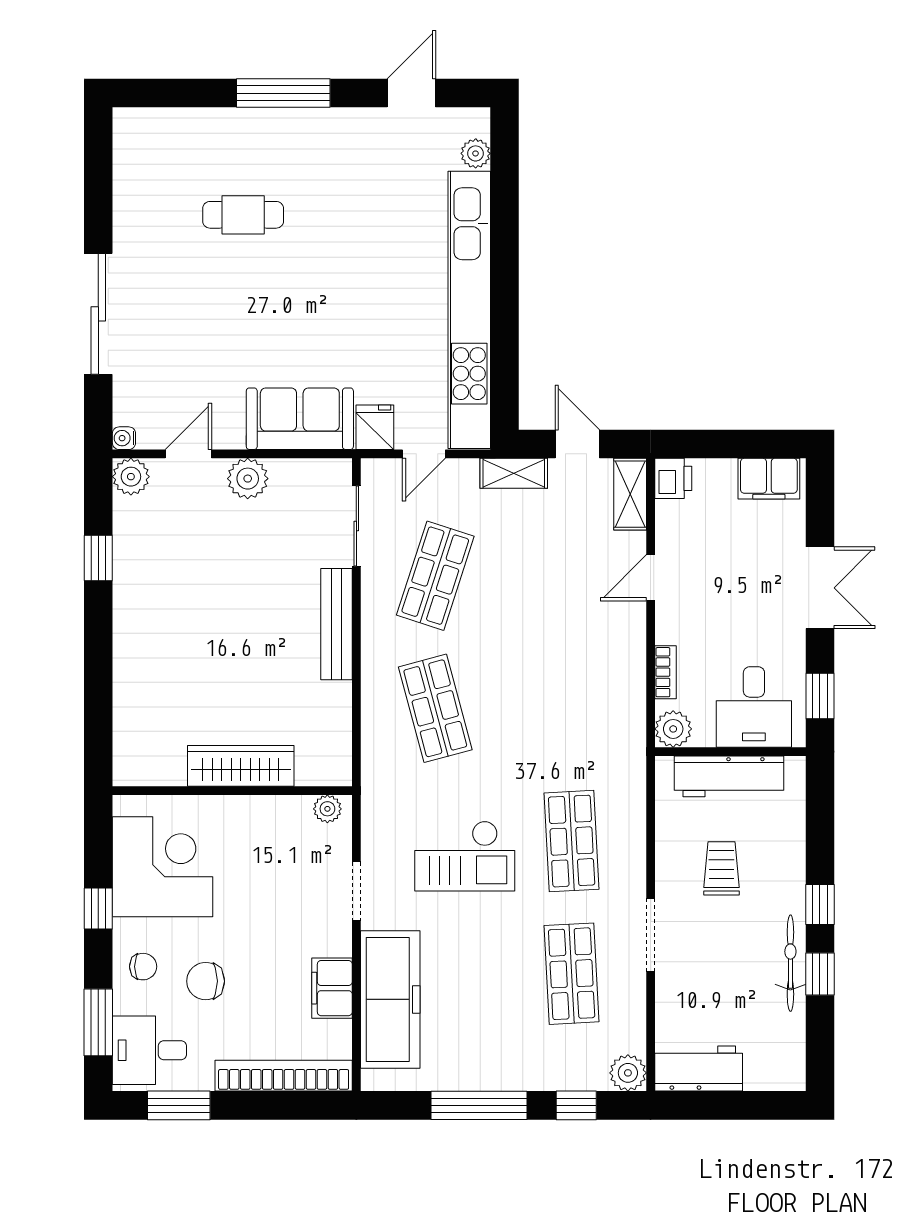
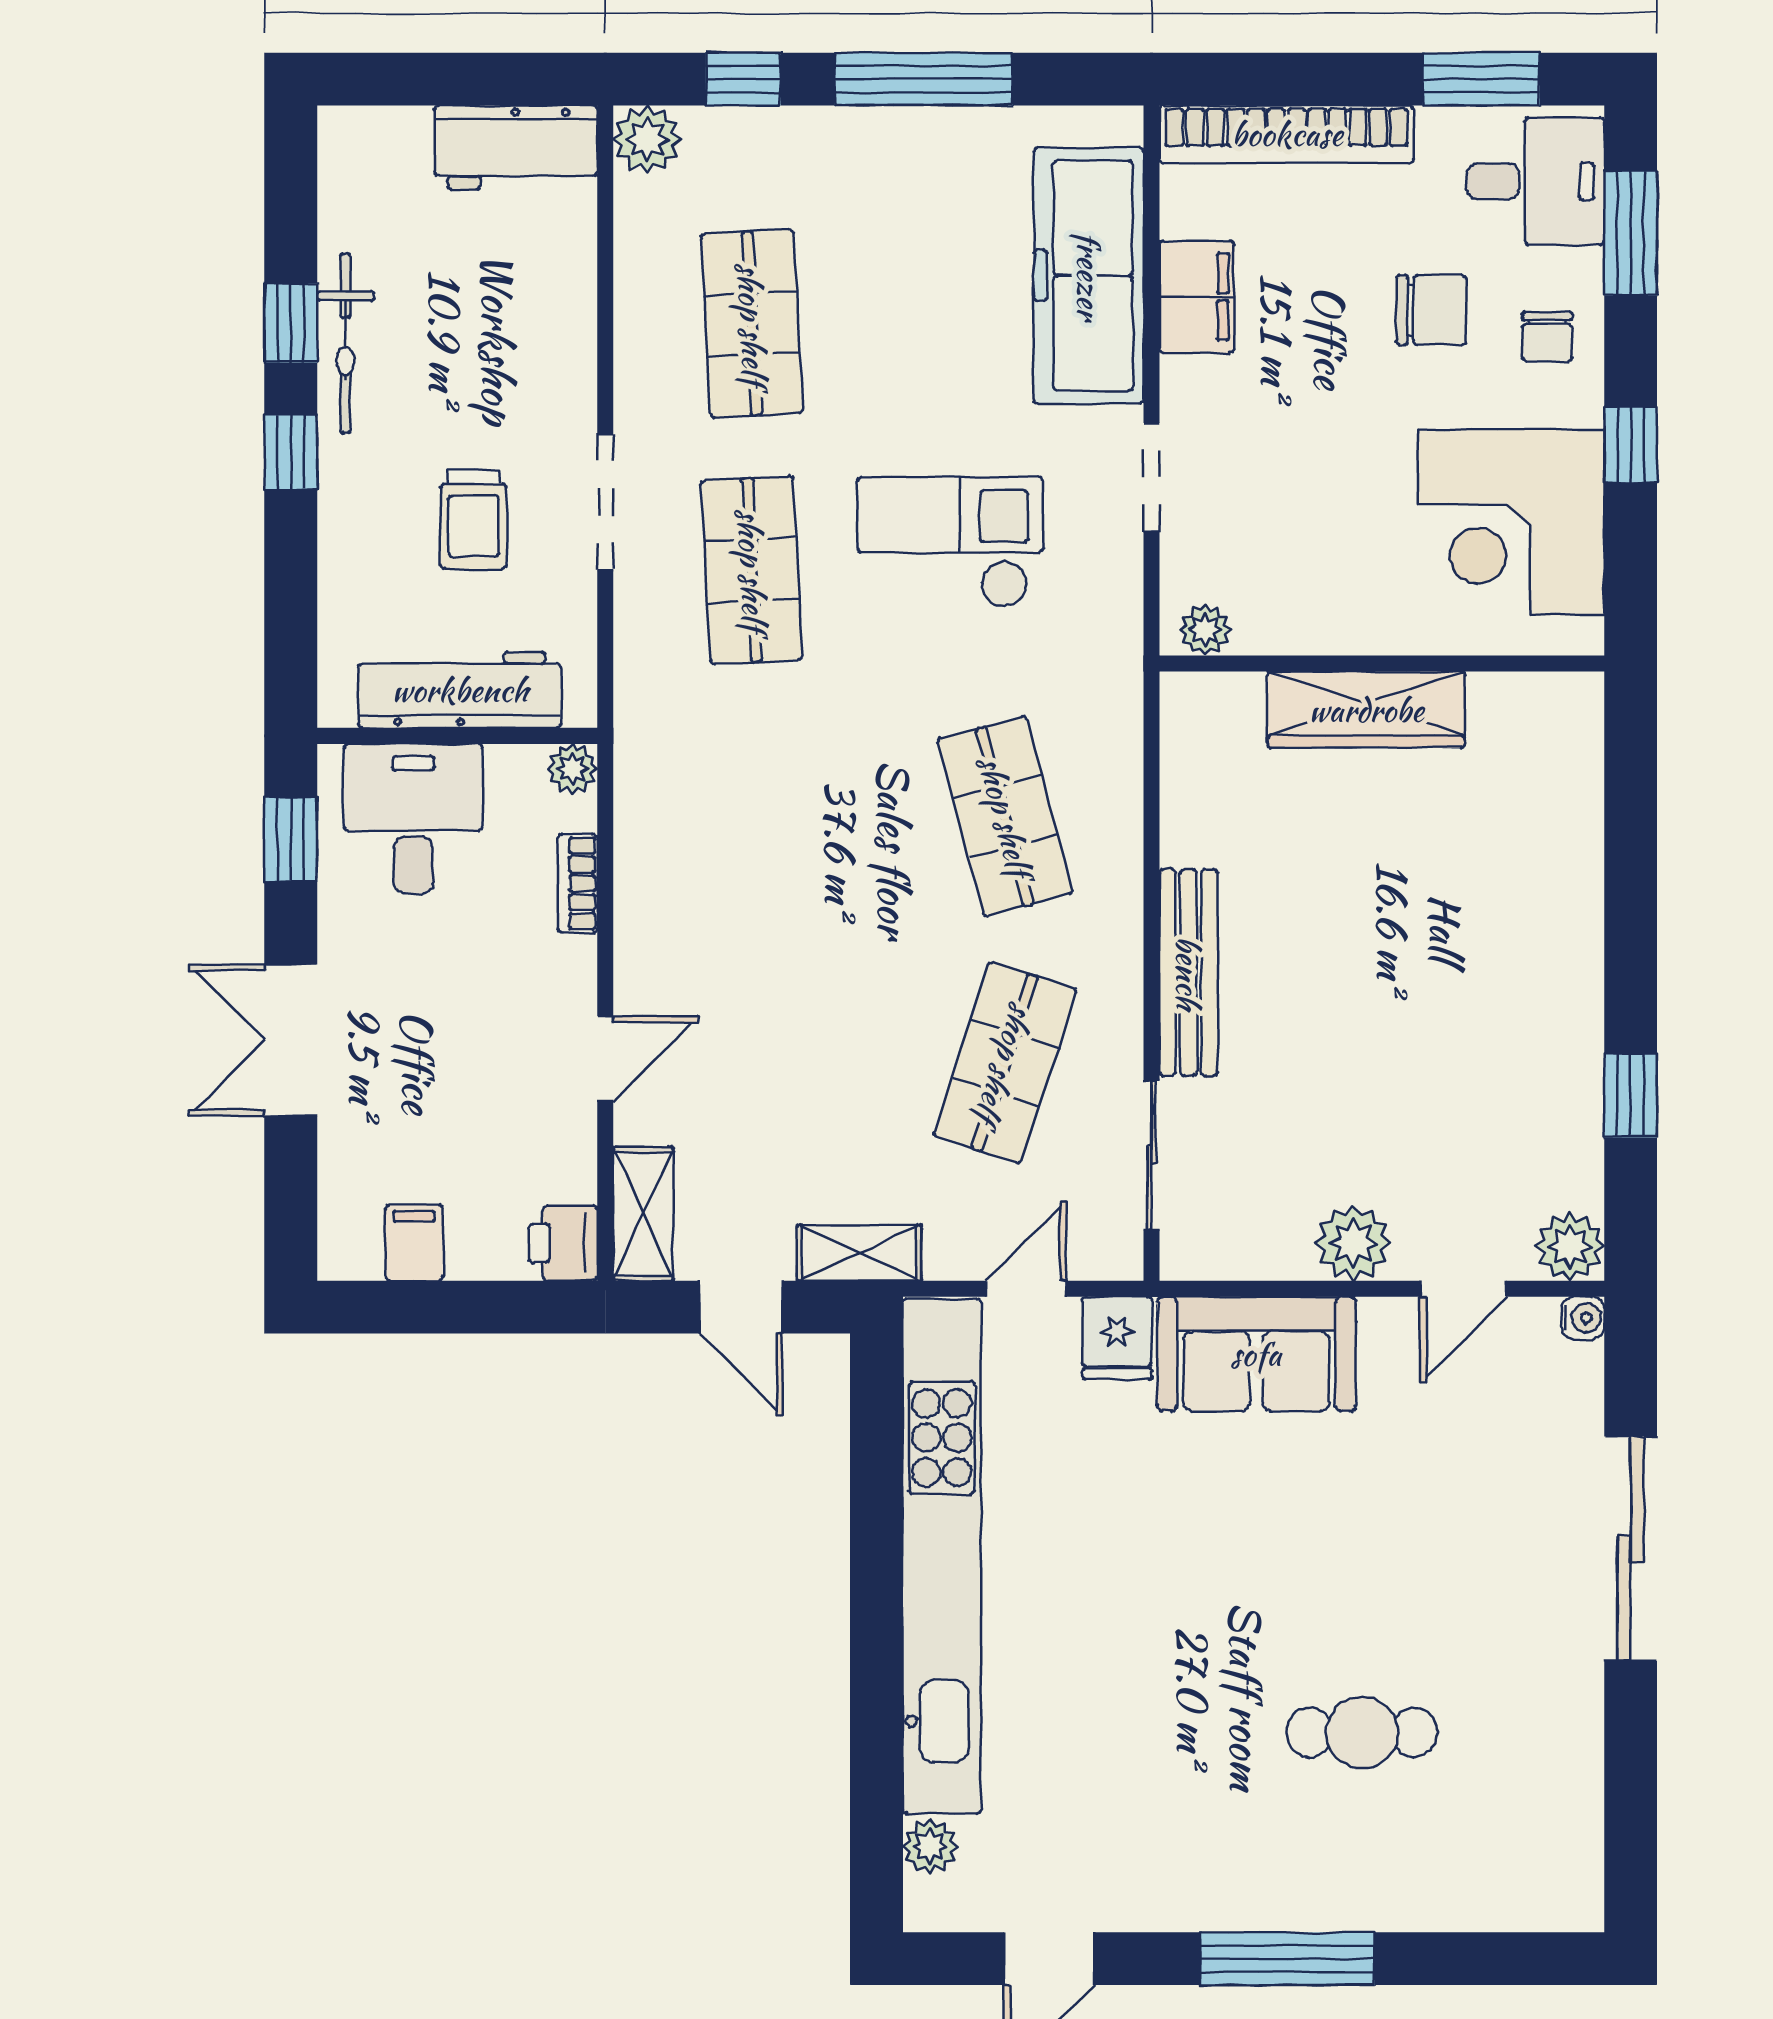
filing cabinet: (769, 479) -> (414, 1243), width x0.50
plant: (673, 729) -> (573, 769), width x0.73, depth x0.73
doorway: (651, 935) -> (605, 502), moved
chair: (143, 967) -> (1547, 337), turned -90

